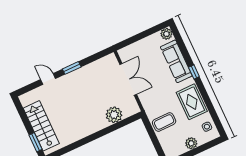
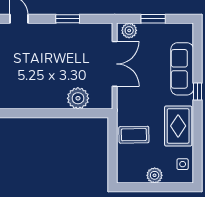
plant: (166, 34) -> (129, 30), moved
window: (140, 36) -> (153, 19), added
window: (72, 68) -> (68, 19), moved

